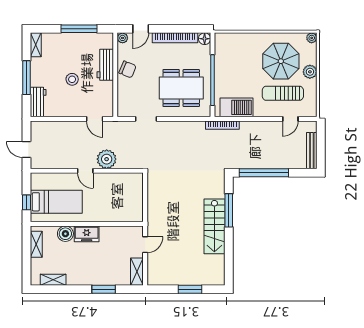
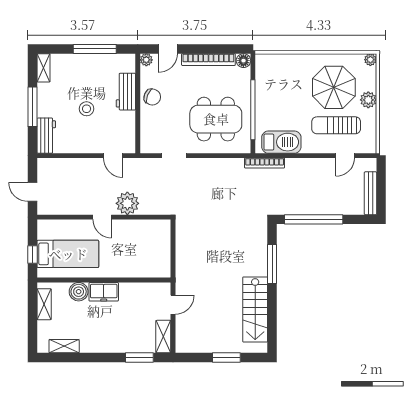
stairs: (214, 226) -> (255, 309), moved
window: (104, 289) -> (139, 358), moved

